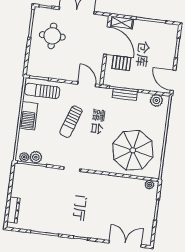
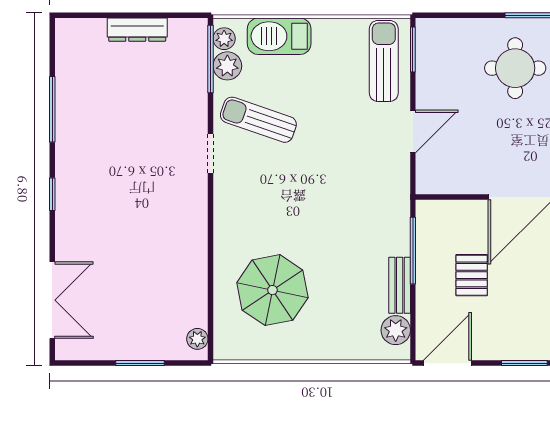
pallet: (121, 63) -> (472, 275), moved
door: (87, 84) -> (413, 131), moved
bench: (125, 95) -> (400, 285), moved
barbecue: (28, 116) -> (279, 36), moved
sun lounger: (71, 122) -> (258, 120), moved
parasol: (133, 150) -> (272, 290), width x0.73, depth x0.73
dresser: (13, 210) -> (137, 30), moved

